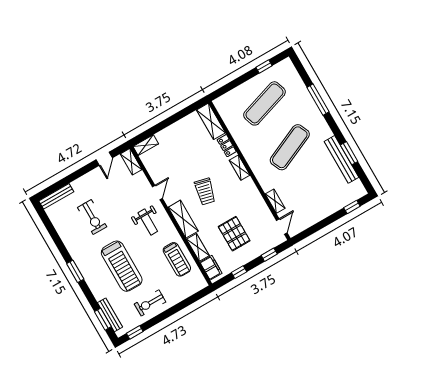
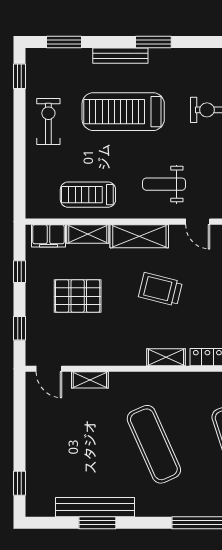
bench: (110, 315) -> (120, 56), moved

